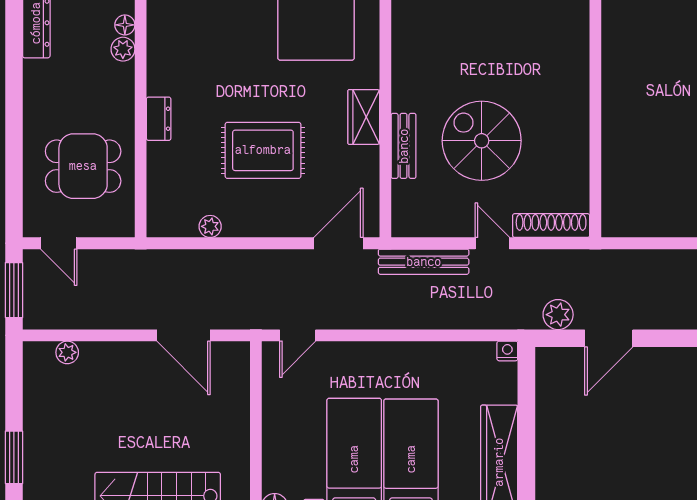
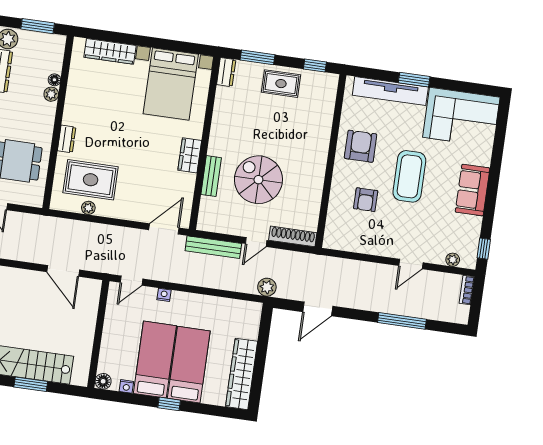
armchair: (641, 62) -> (361, 146), added
armchair: (662, 149) -> (366, 200), added
rug: (263, 150) -> (91, 180), moved
door: (492, 243) -> (256, 242), swing flipped
plant: (558, 315) -> (267, 287), moved
nightstand: (507, 351) -> (164, 295), moved

